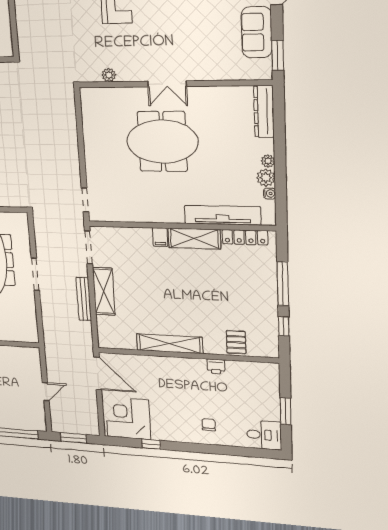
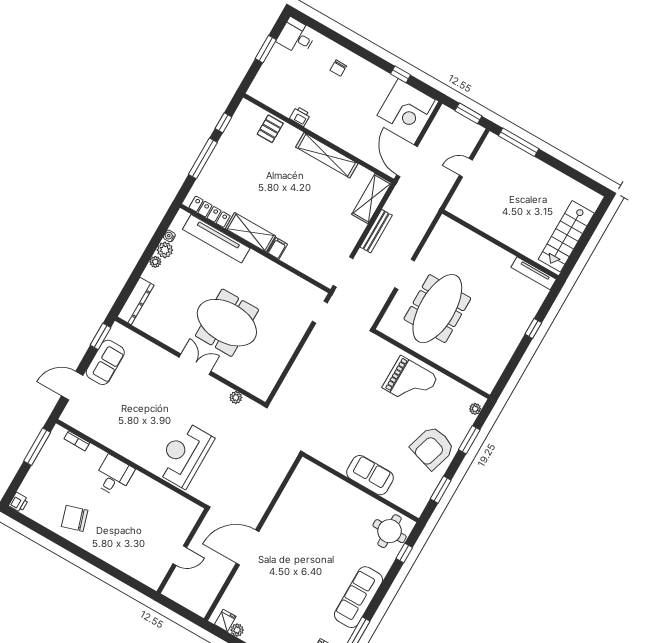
shelving: (104, 291) -> (372, 199), moved

